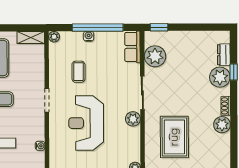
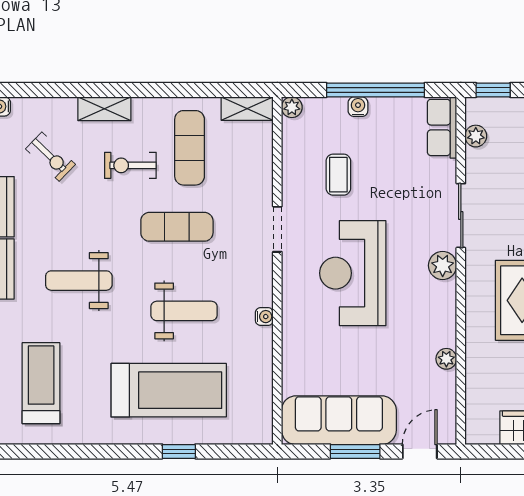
plant: (155, 56) -> (476, 136), width x0.53, depth x0.53

